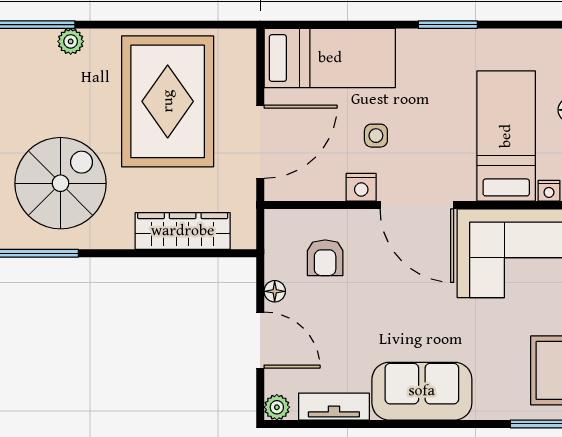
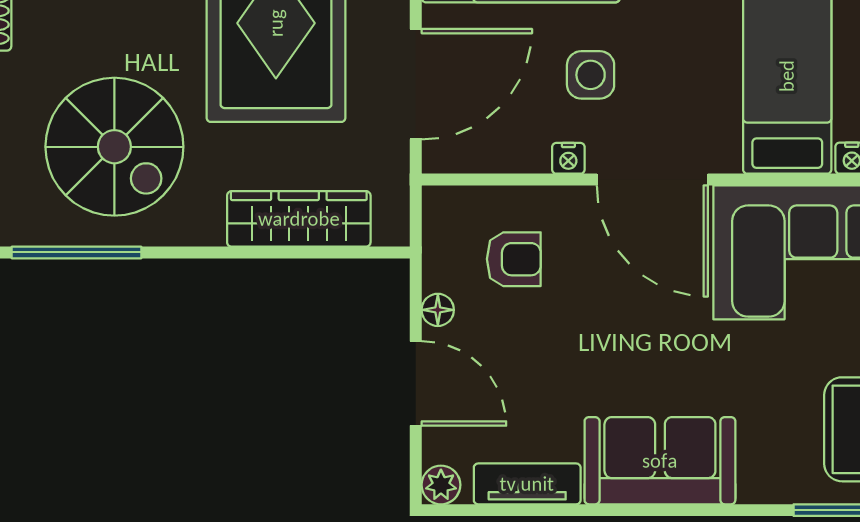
side table: (376, 136) -> (591, 75), width x1.37, depth x1.37
spiral stairs: (61, 183) -> (114, 147), turned 90
nightstand: (361, 187) -> (568, 158), width x0.72, depth x0.74
armchair: (325, 258) -> (514, 259), turned -90

